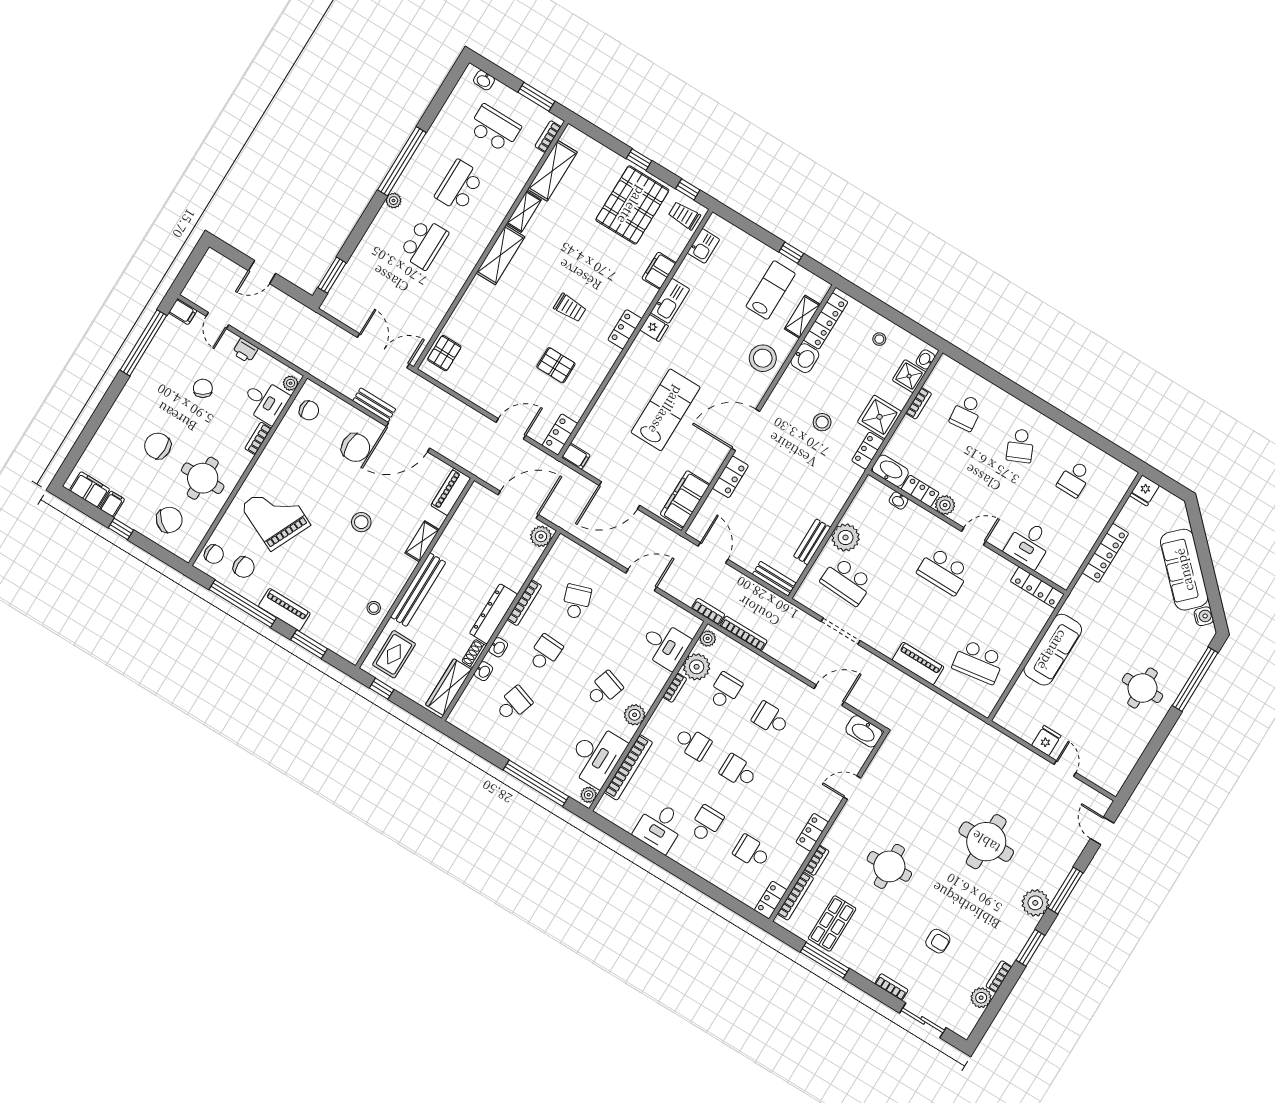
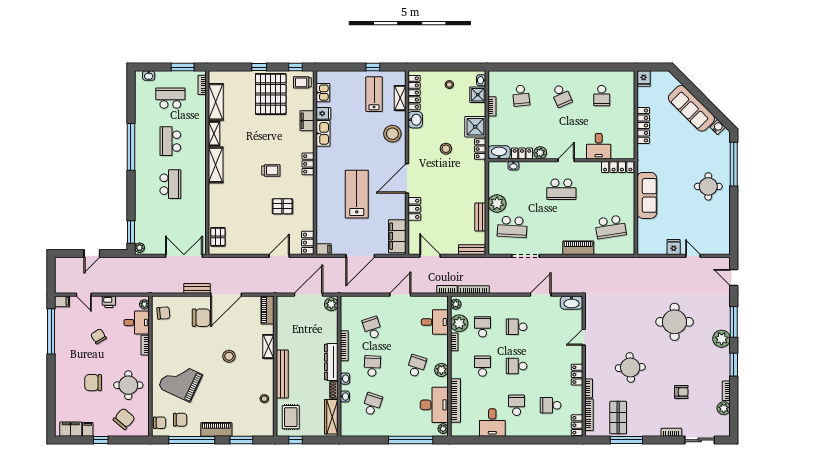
plant: (394, 201) -> (140, 248), moved
fridge: (654, 328) -> (323, 113), moved
school desk: (693, 743) -> (483, 366), turned -90

